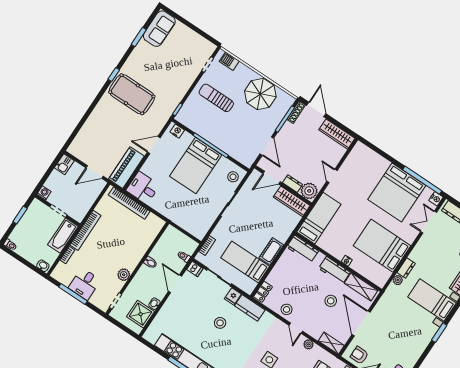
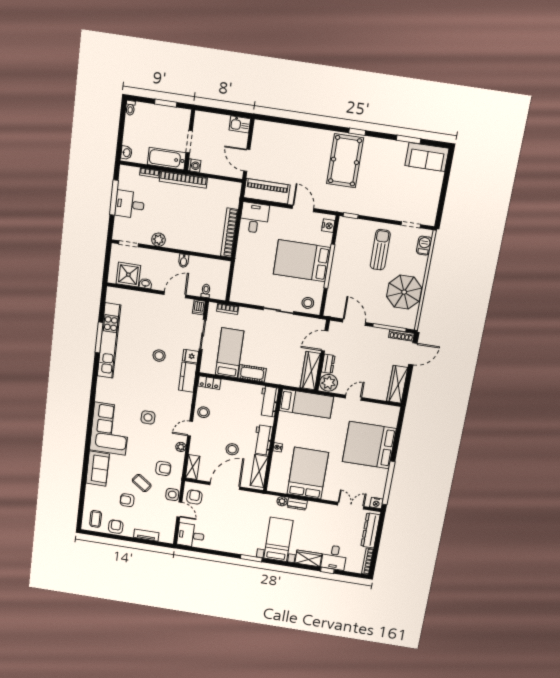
door: (267, 146) -> (354, 322), swing flipped
door: (272, 178) -> (325, 341), hinge flipped
bed: (397, 192) -> (369, 445), moved
washing machine: (44, 193) -> (194, 166), moved
bookcase: (129, 203) -> (229, 233), moved

